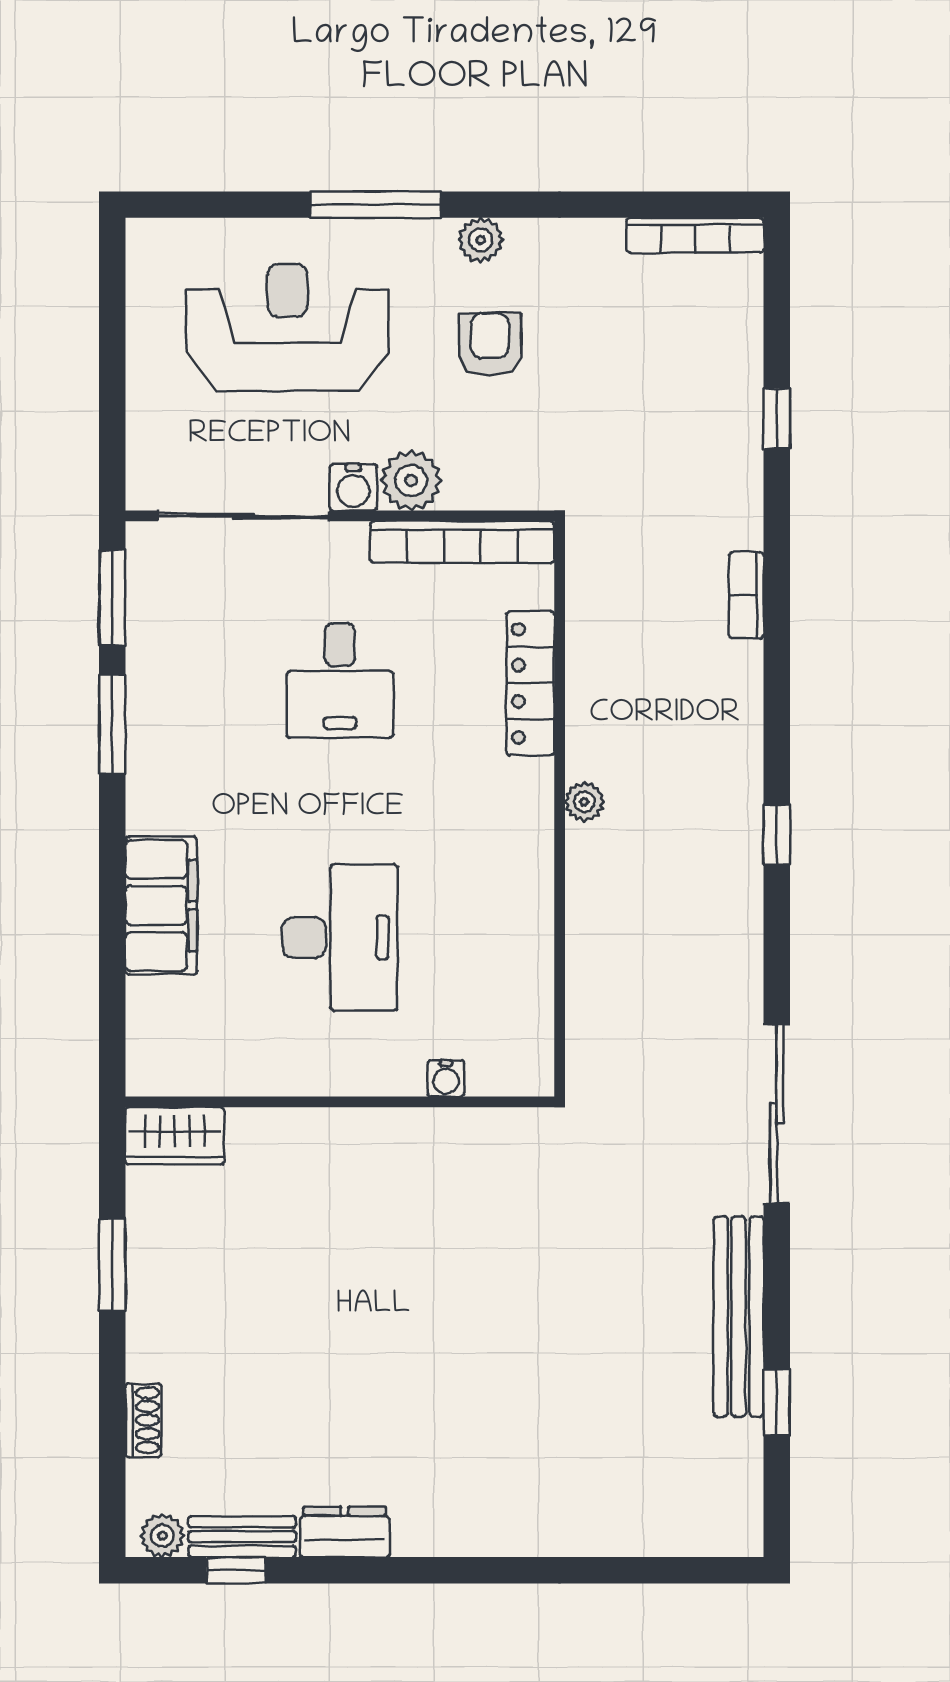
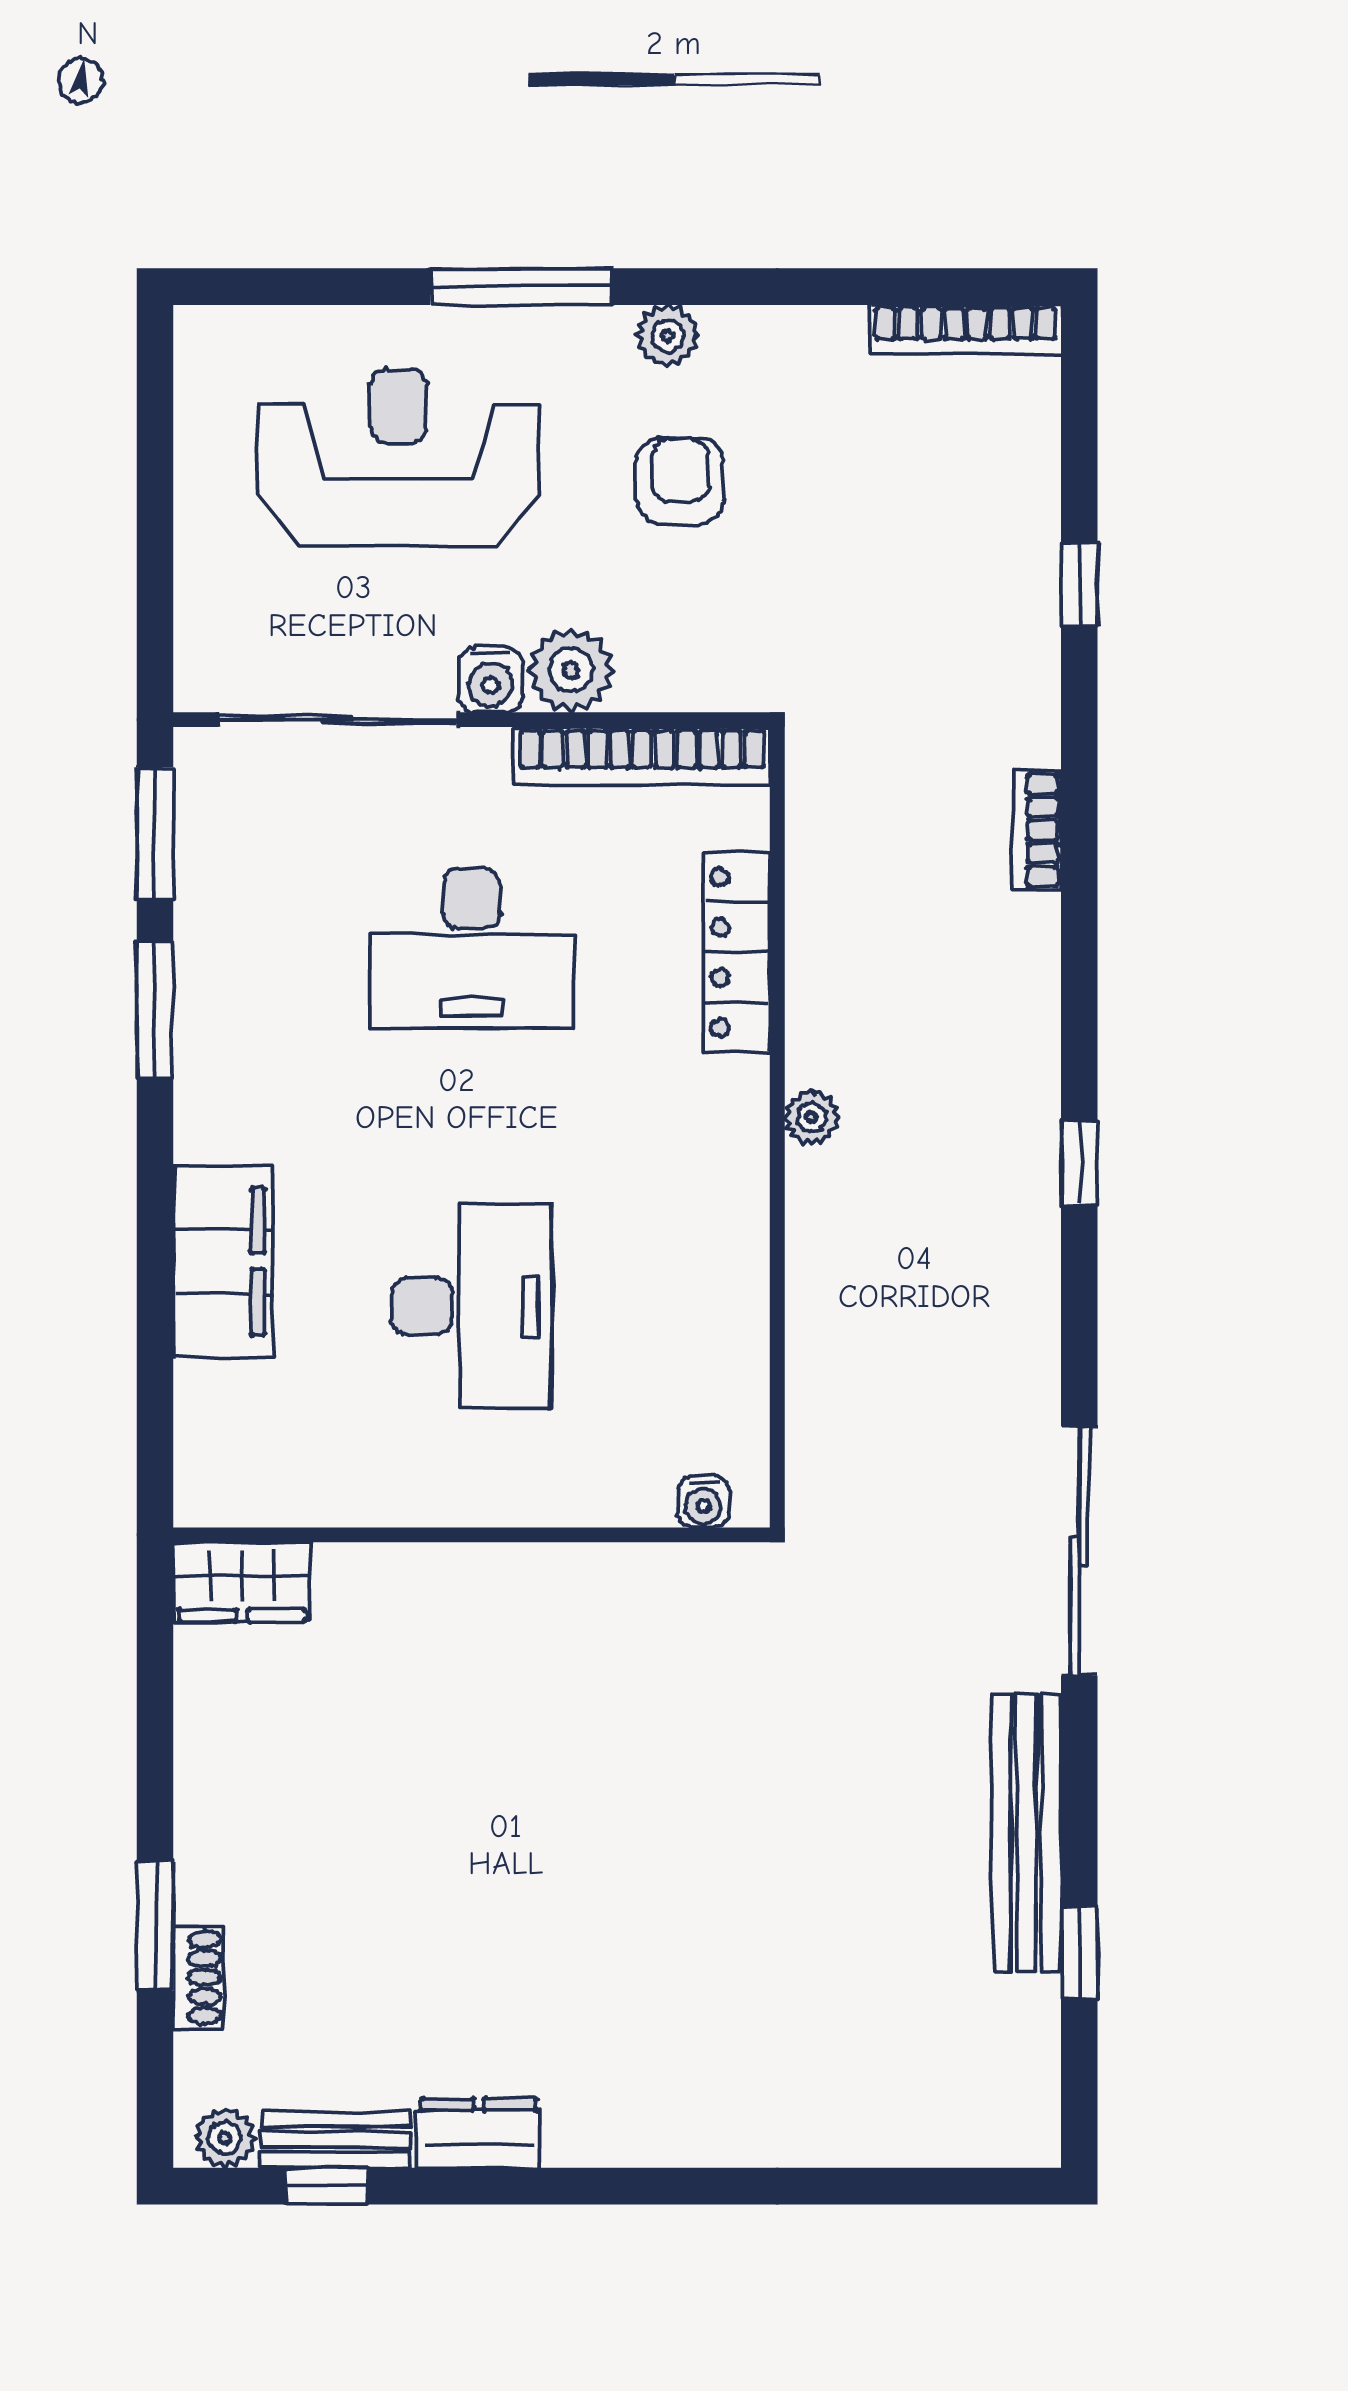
desk: (340, 680) -> (472, 948), width x1.37
water cooler: (446, 1078) -> (703, 1502), moved
window: (112, 1265) -> (155, 1926), moved

